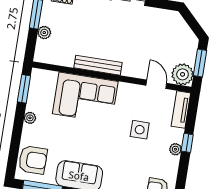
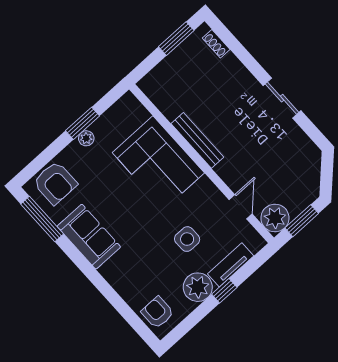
plant: (44, 33) -> (170, 64), removed
window: (24, 89) -> (83, 123), moved
tv unit: (181, 110) -> (231, 265), moved
plant: (175, 149) -> (198, 287), width x1.87, depth x1.87

